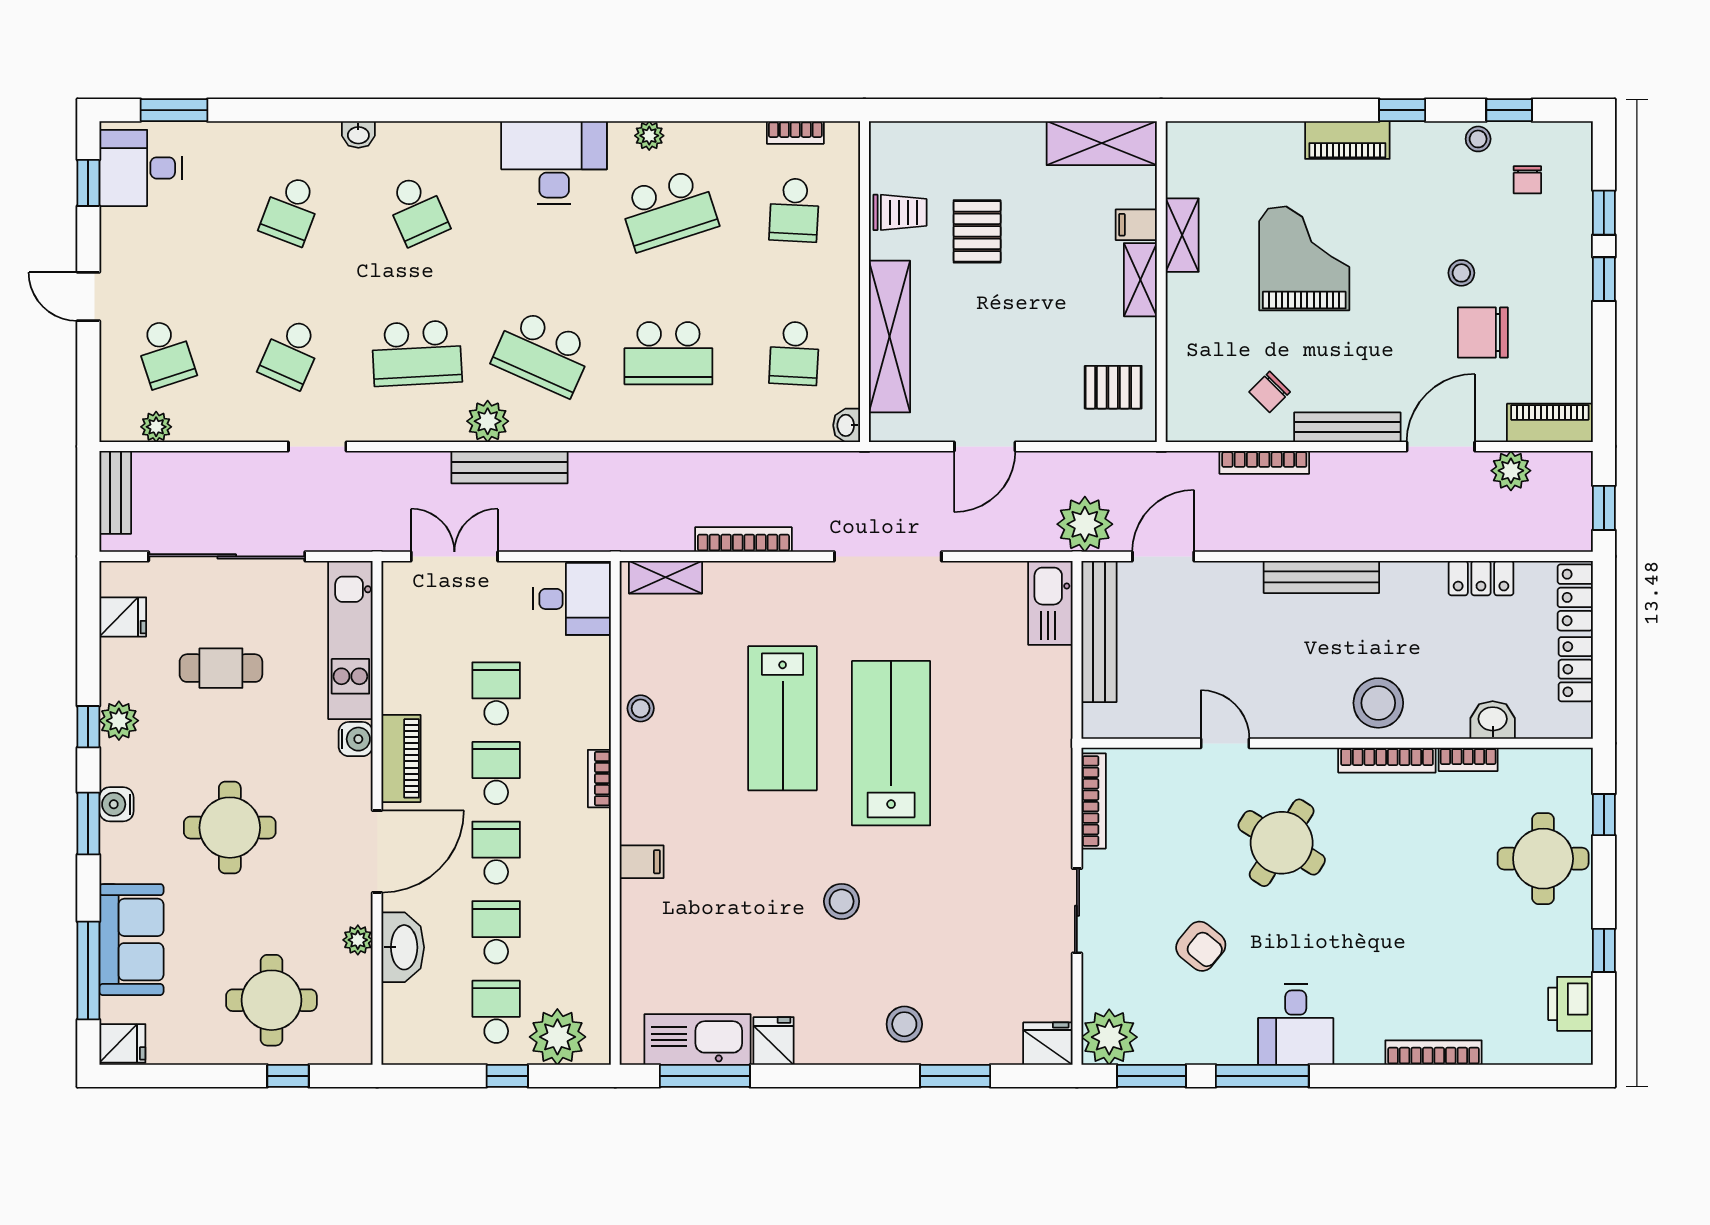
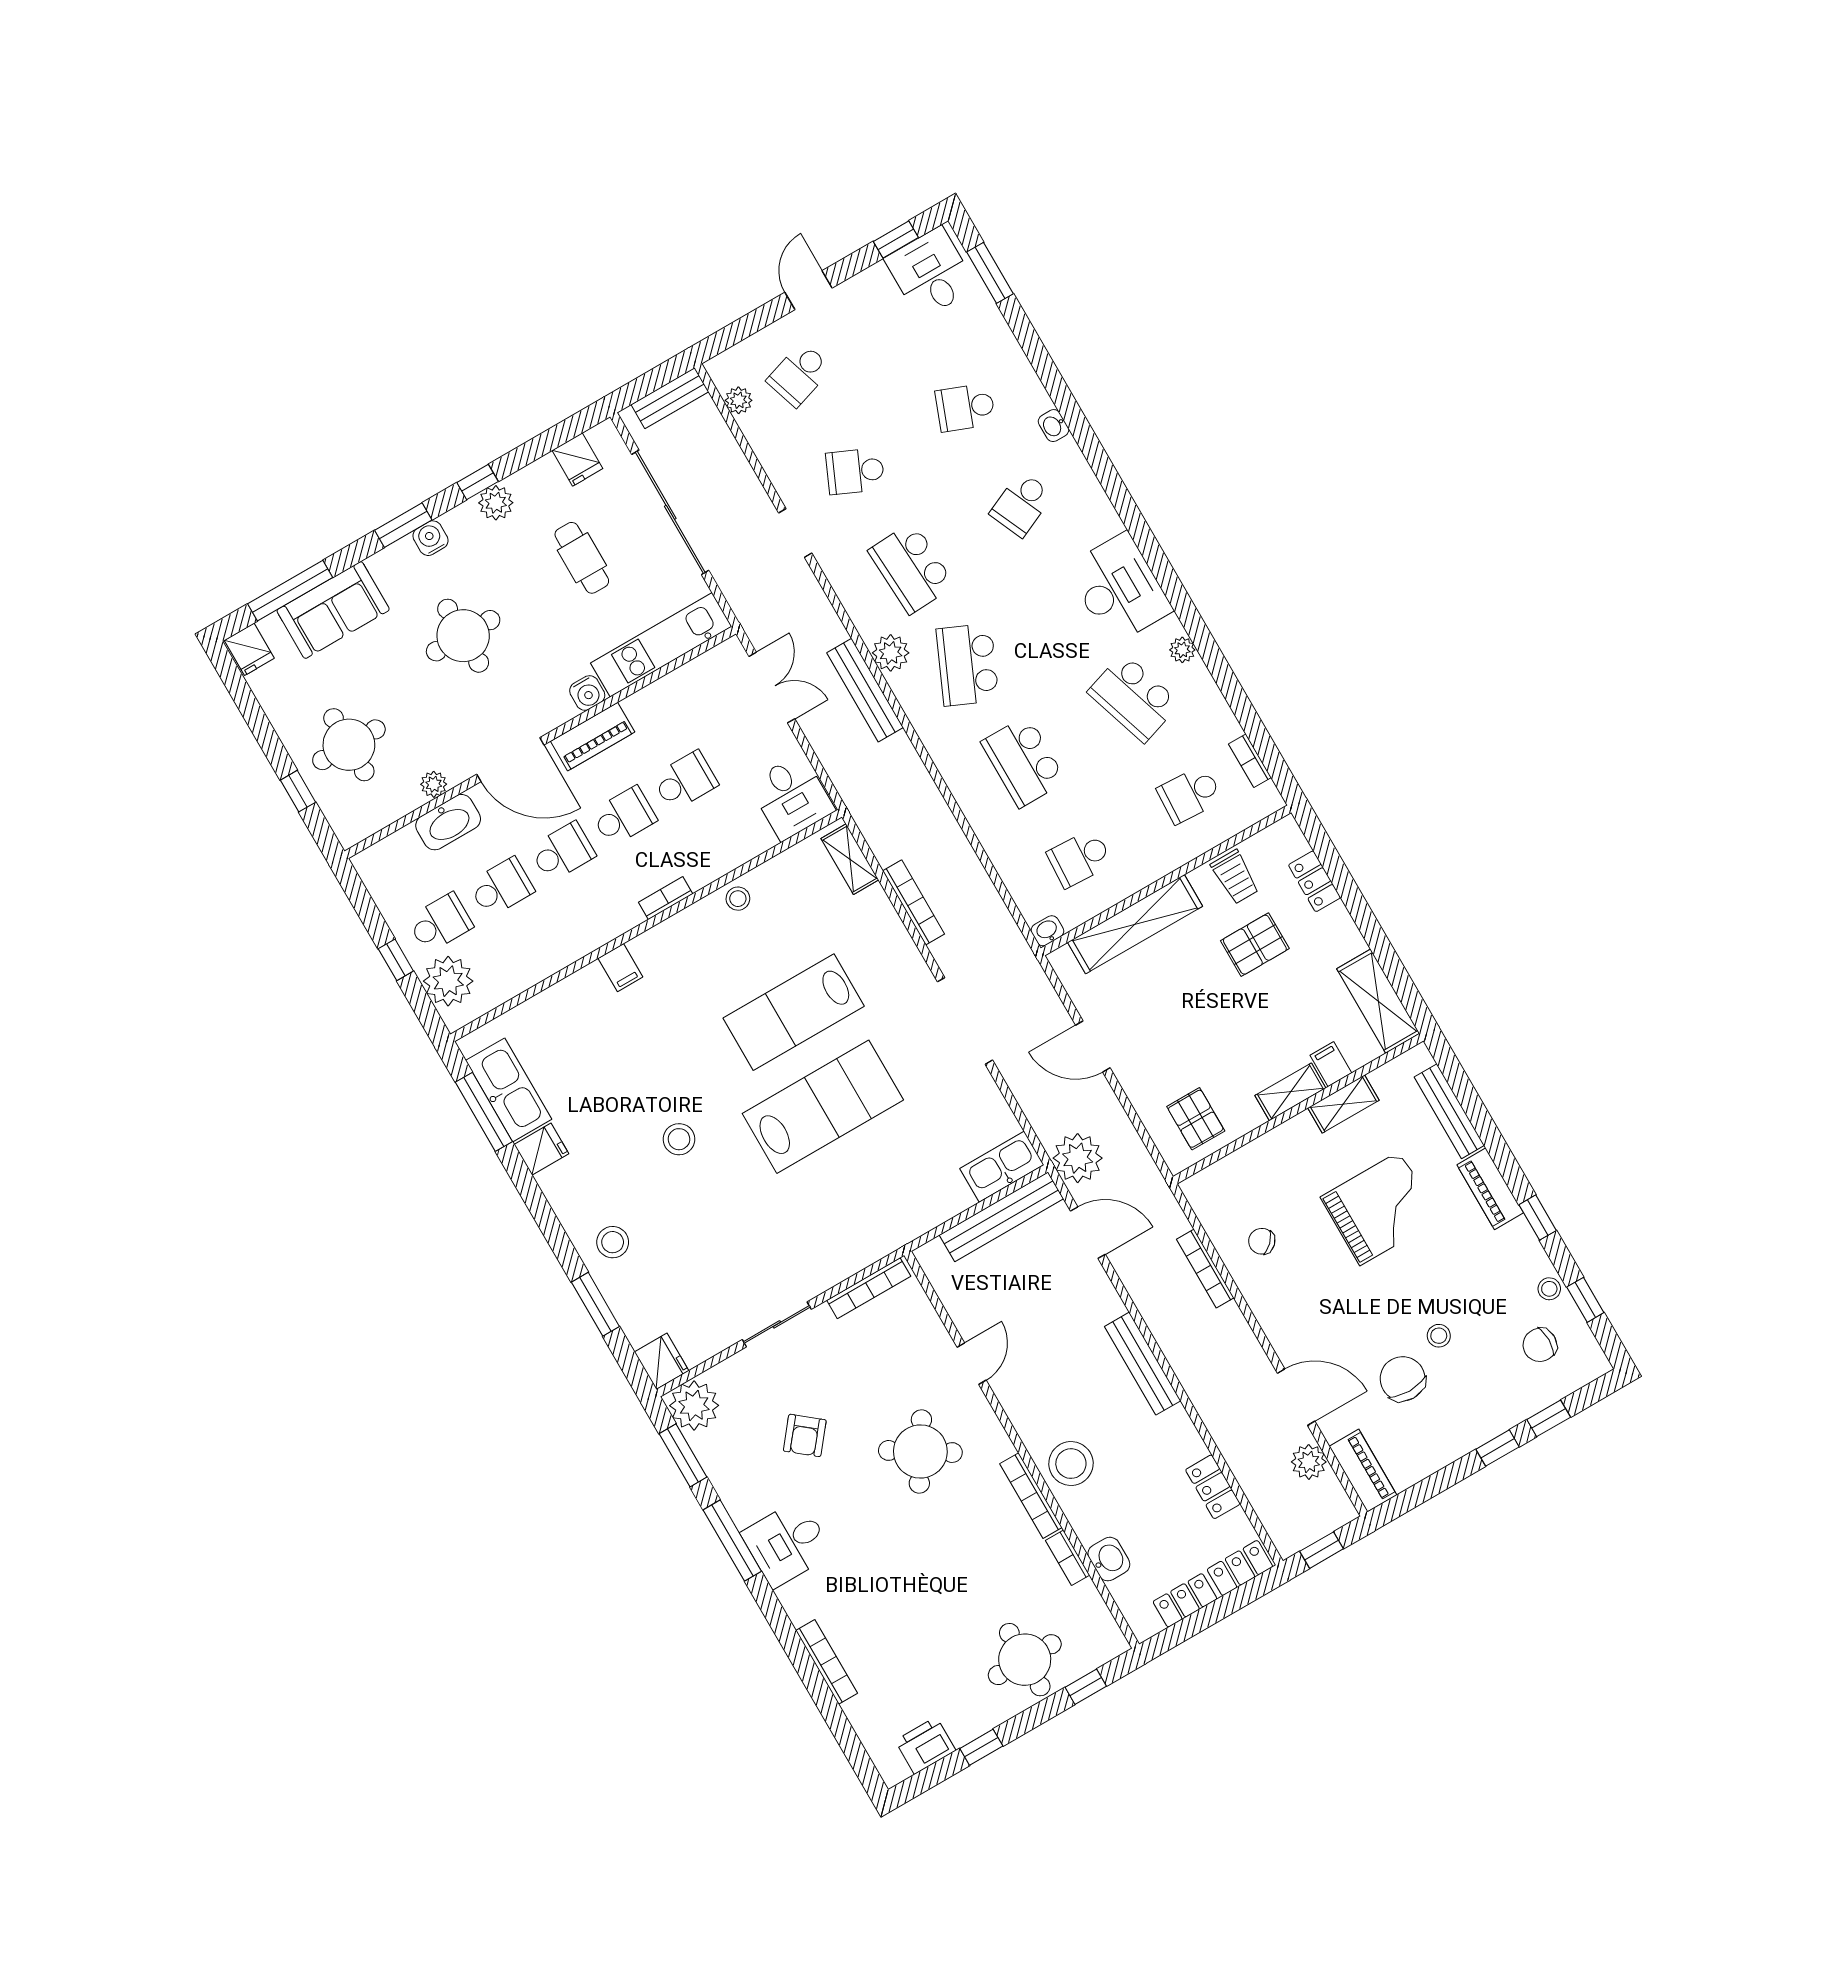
locker: (949, 138) -> (1315, 881), added
chair: (1527, 180) -> (1540, 1345), width x1.37, depth x1.37
bench: (1347, 427) -> (1449, 1111), moved

